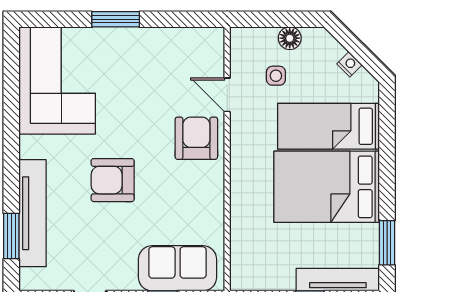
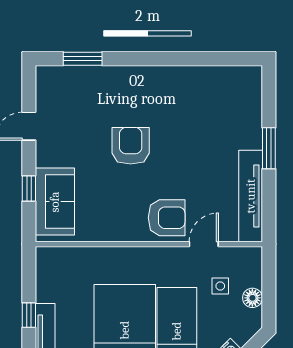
corner sofa: (57, 80) -> (216, 98), removed
tv unit: (33, 213) -> (251, 196), moved, turned 90

